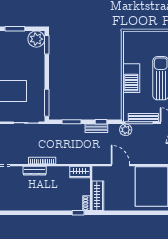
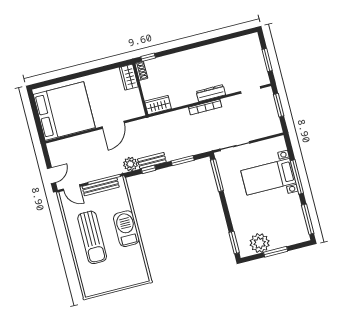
plant: (36, 39) -> (260, 243), moved
plant: (126, 130) -> (130, 164), moved
door: (120, 165) -> (113, 125), hinge flipped
wardrobe: (98, 196) -> (129, 77), width x0.67

